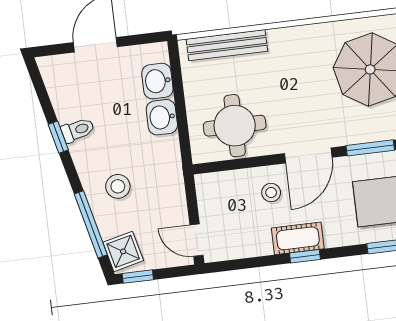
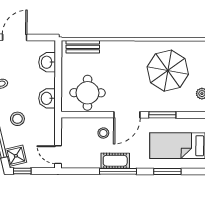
bench: (227, 45) -> (83, 47), width x0.73
washbasin: (162, 117) -> (47, 98), moved
window: (305, 256) -> (118, 171), width x2.17

